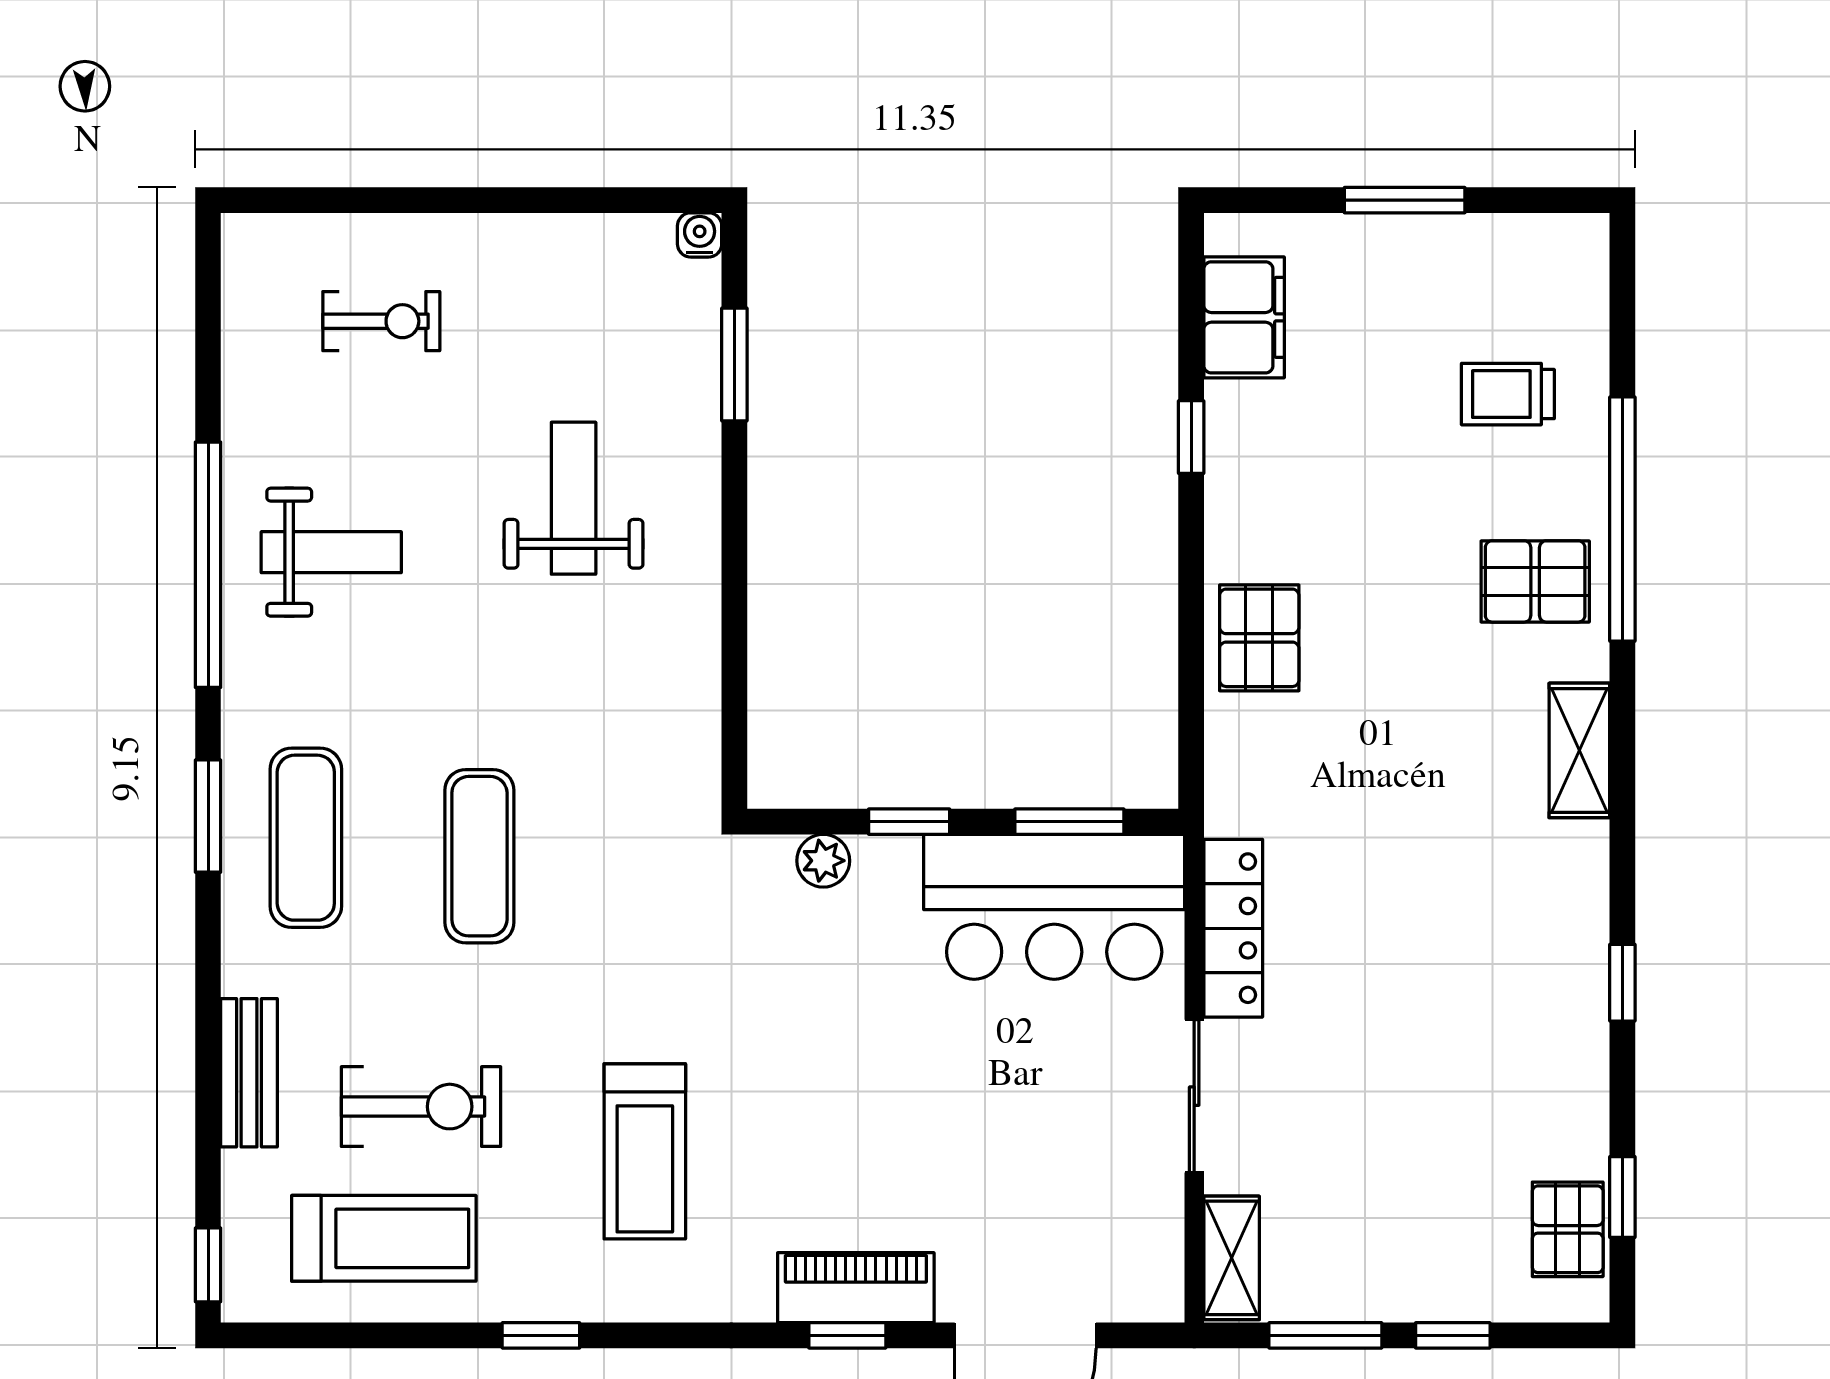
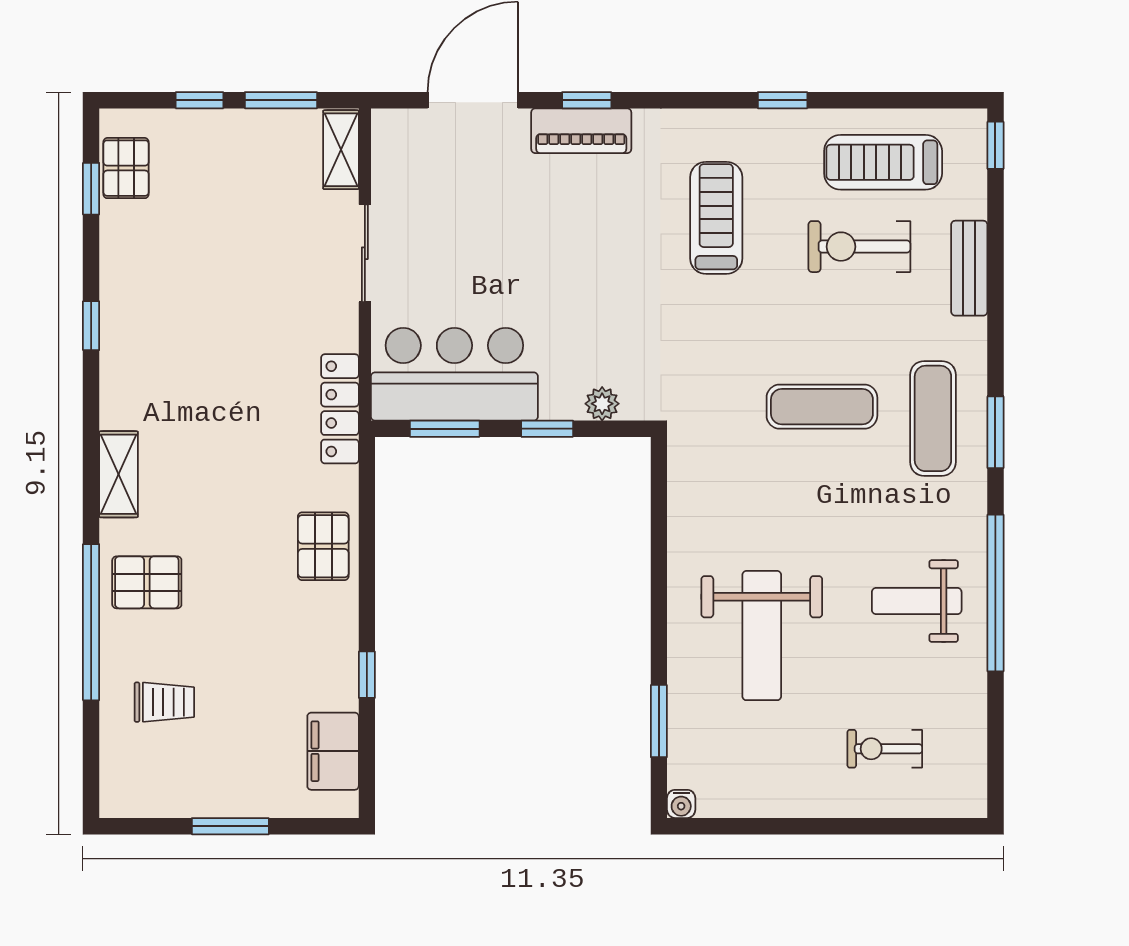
weight bench: (574, 498) -> (762, 636), width x1.36, depth x1.33
exercise mat: (479, 856) -> (822, 407), turned 90
locker: (1233, 928) -> (340, 409), moved

